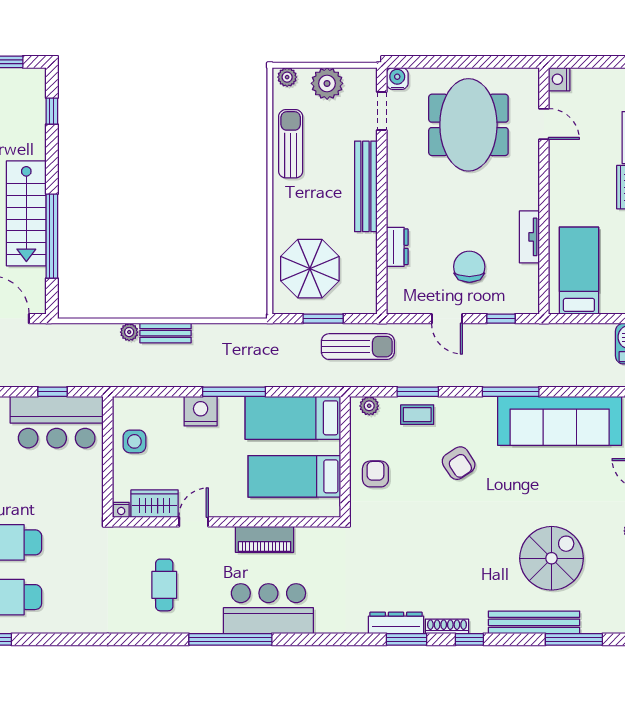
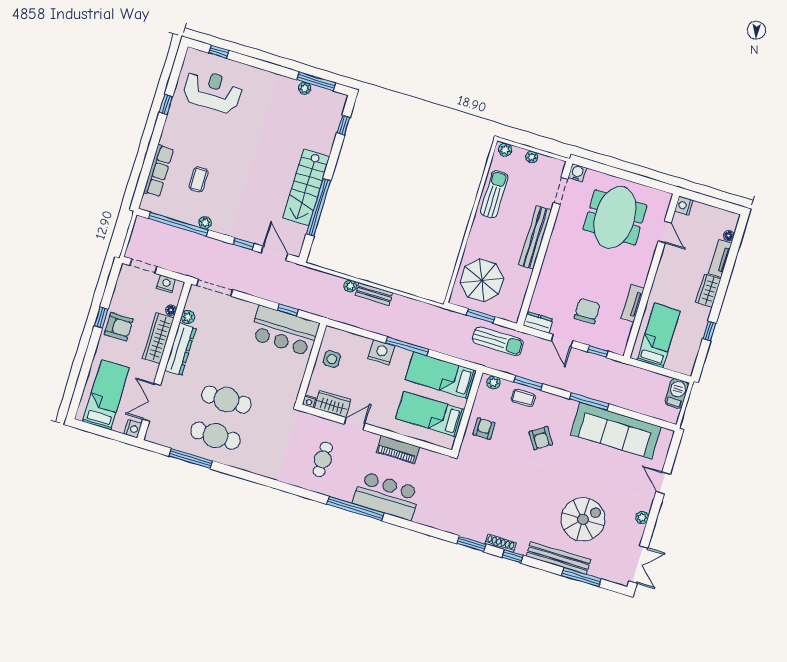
plant: (327, 83) -> (532, 157), width x0.53, depth x0.53
dresser: (397, 247) -> (538, 322), moved, turned -90
dresser: (396, 623) -> (468, 531), removed

